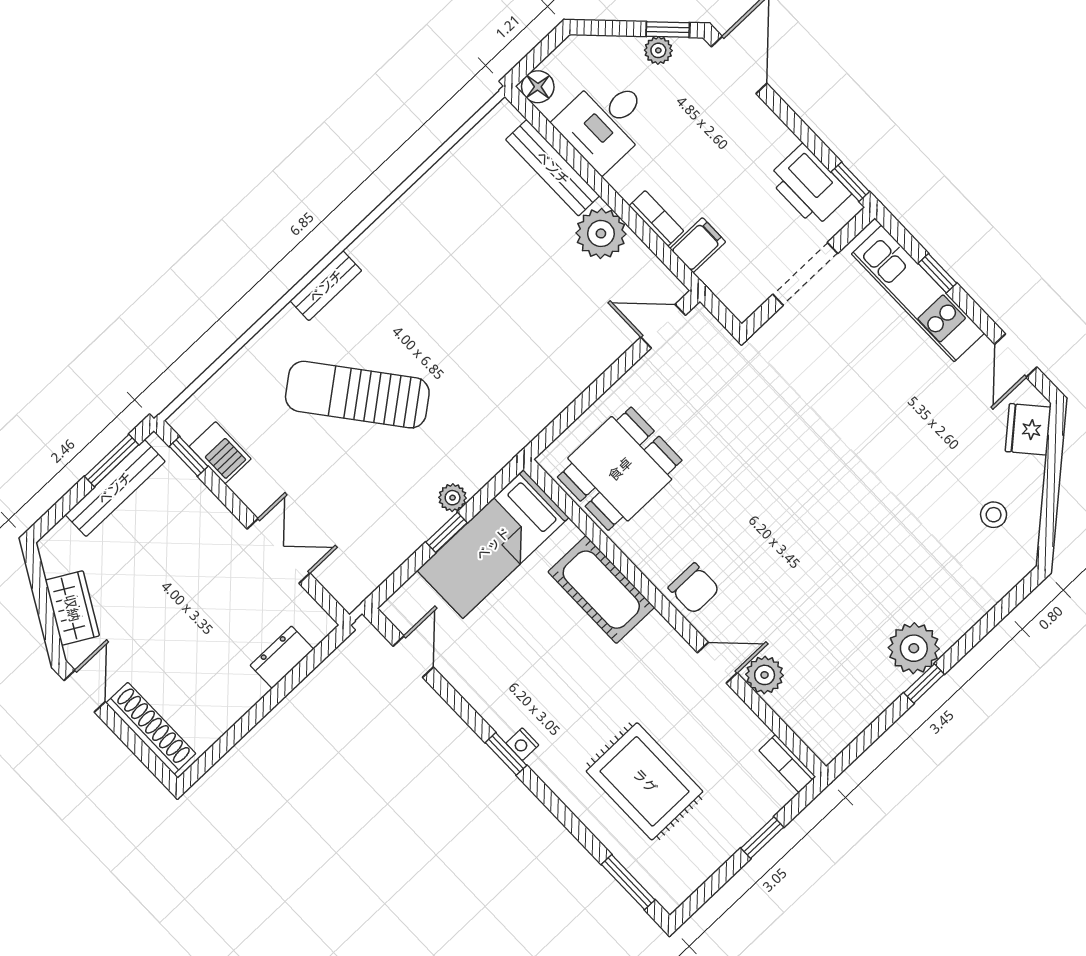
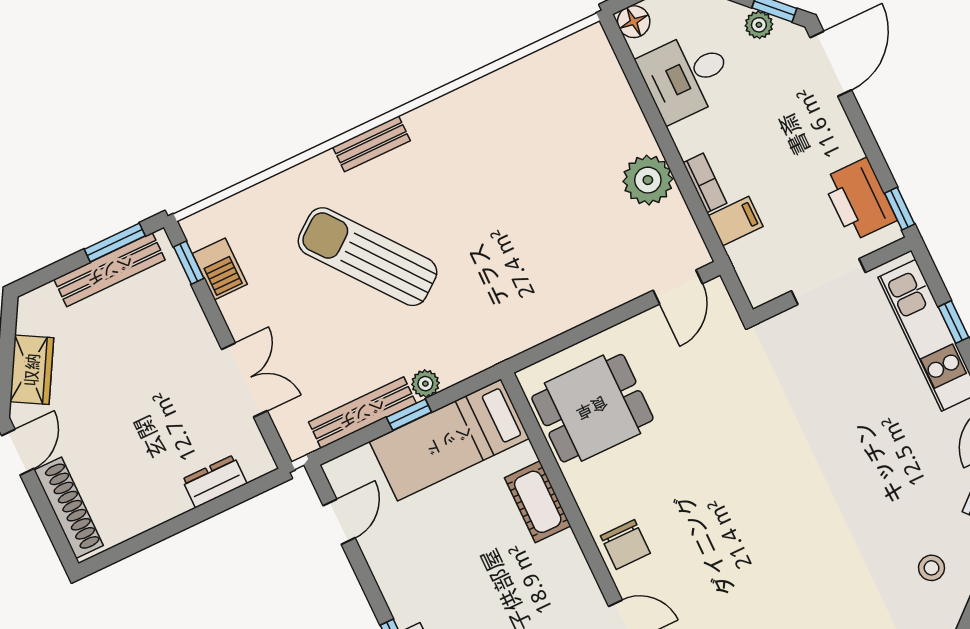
bench: (553, 168) -> (362, 413), moved, turned 90
door: (663, 326) -> (678, 287), swing flipped
cot: (601, 590) -> (538, 502), width x0.73, depth x0.75

